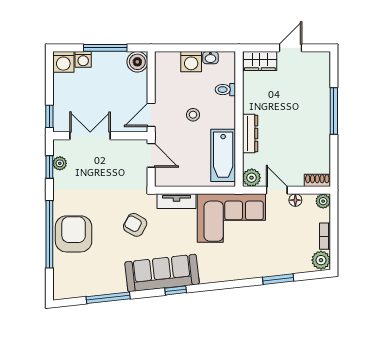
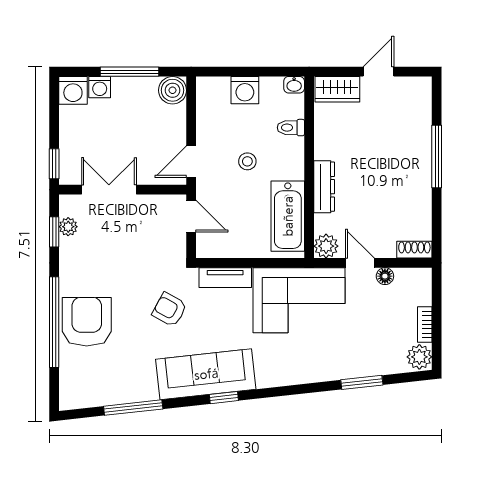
washbasin: (210, 58) -> (294, 85), moved
plant: (323, 201) -> (422, 278), removed

